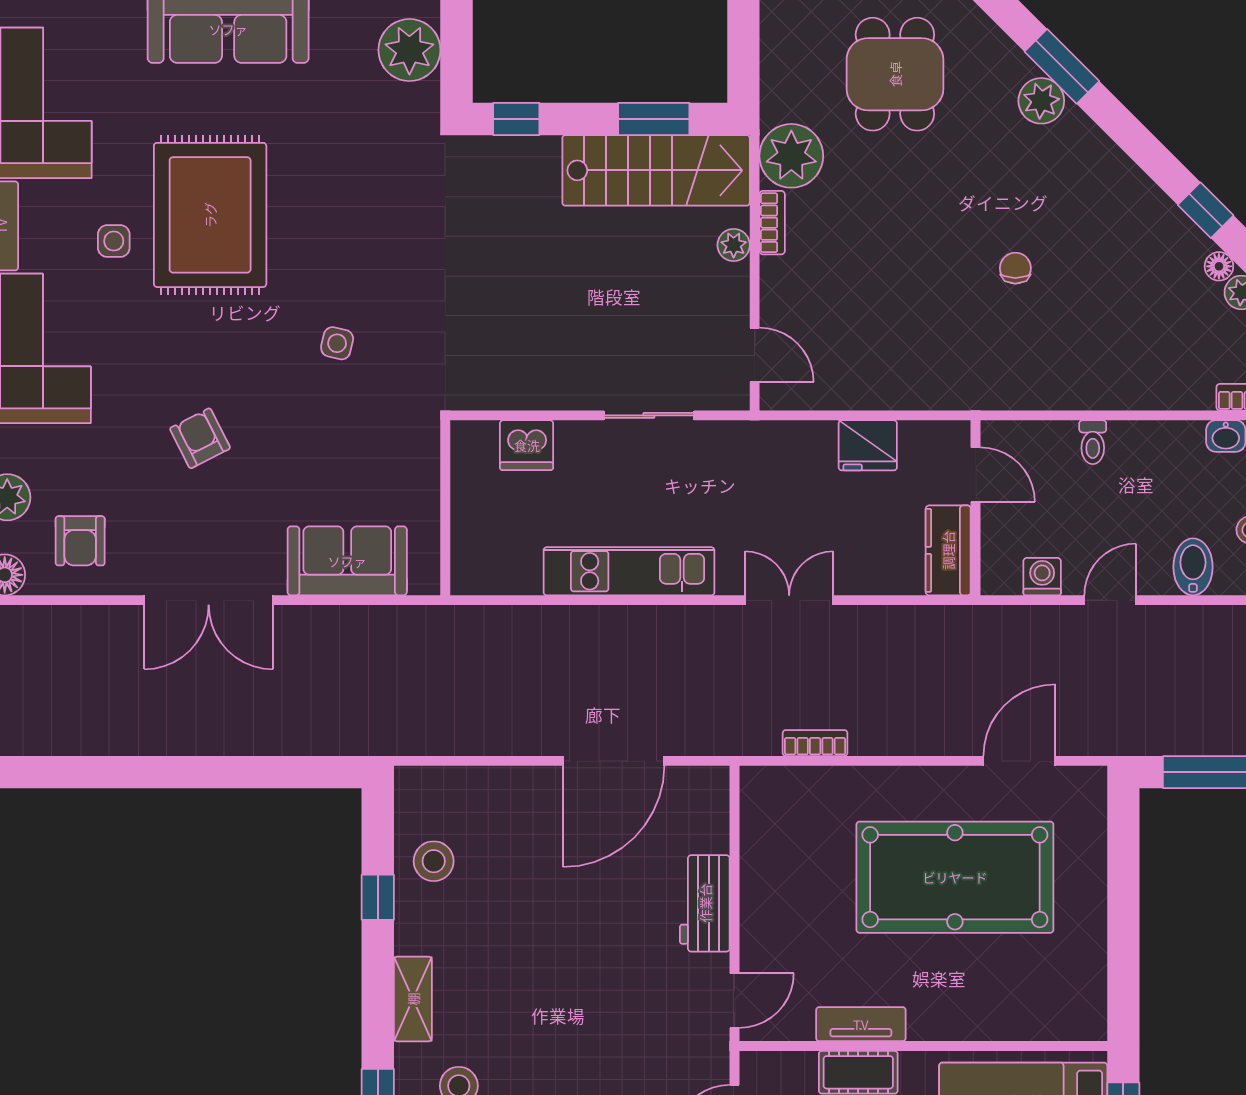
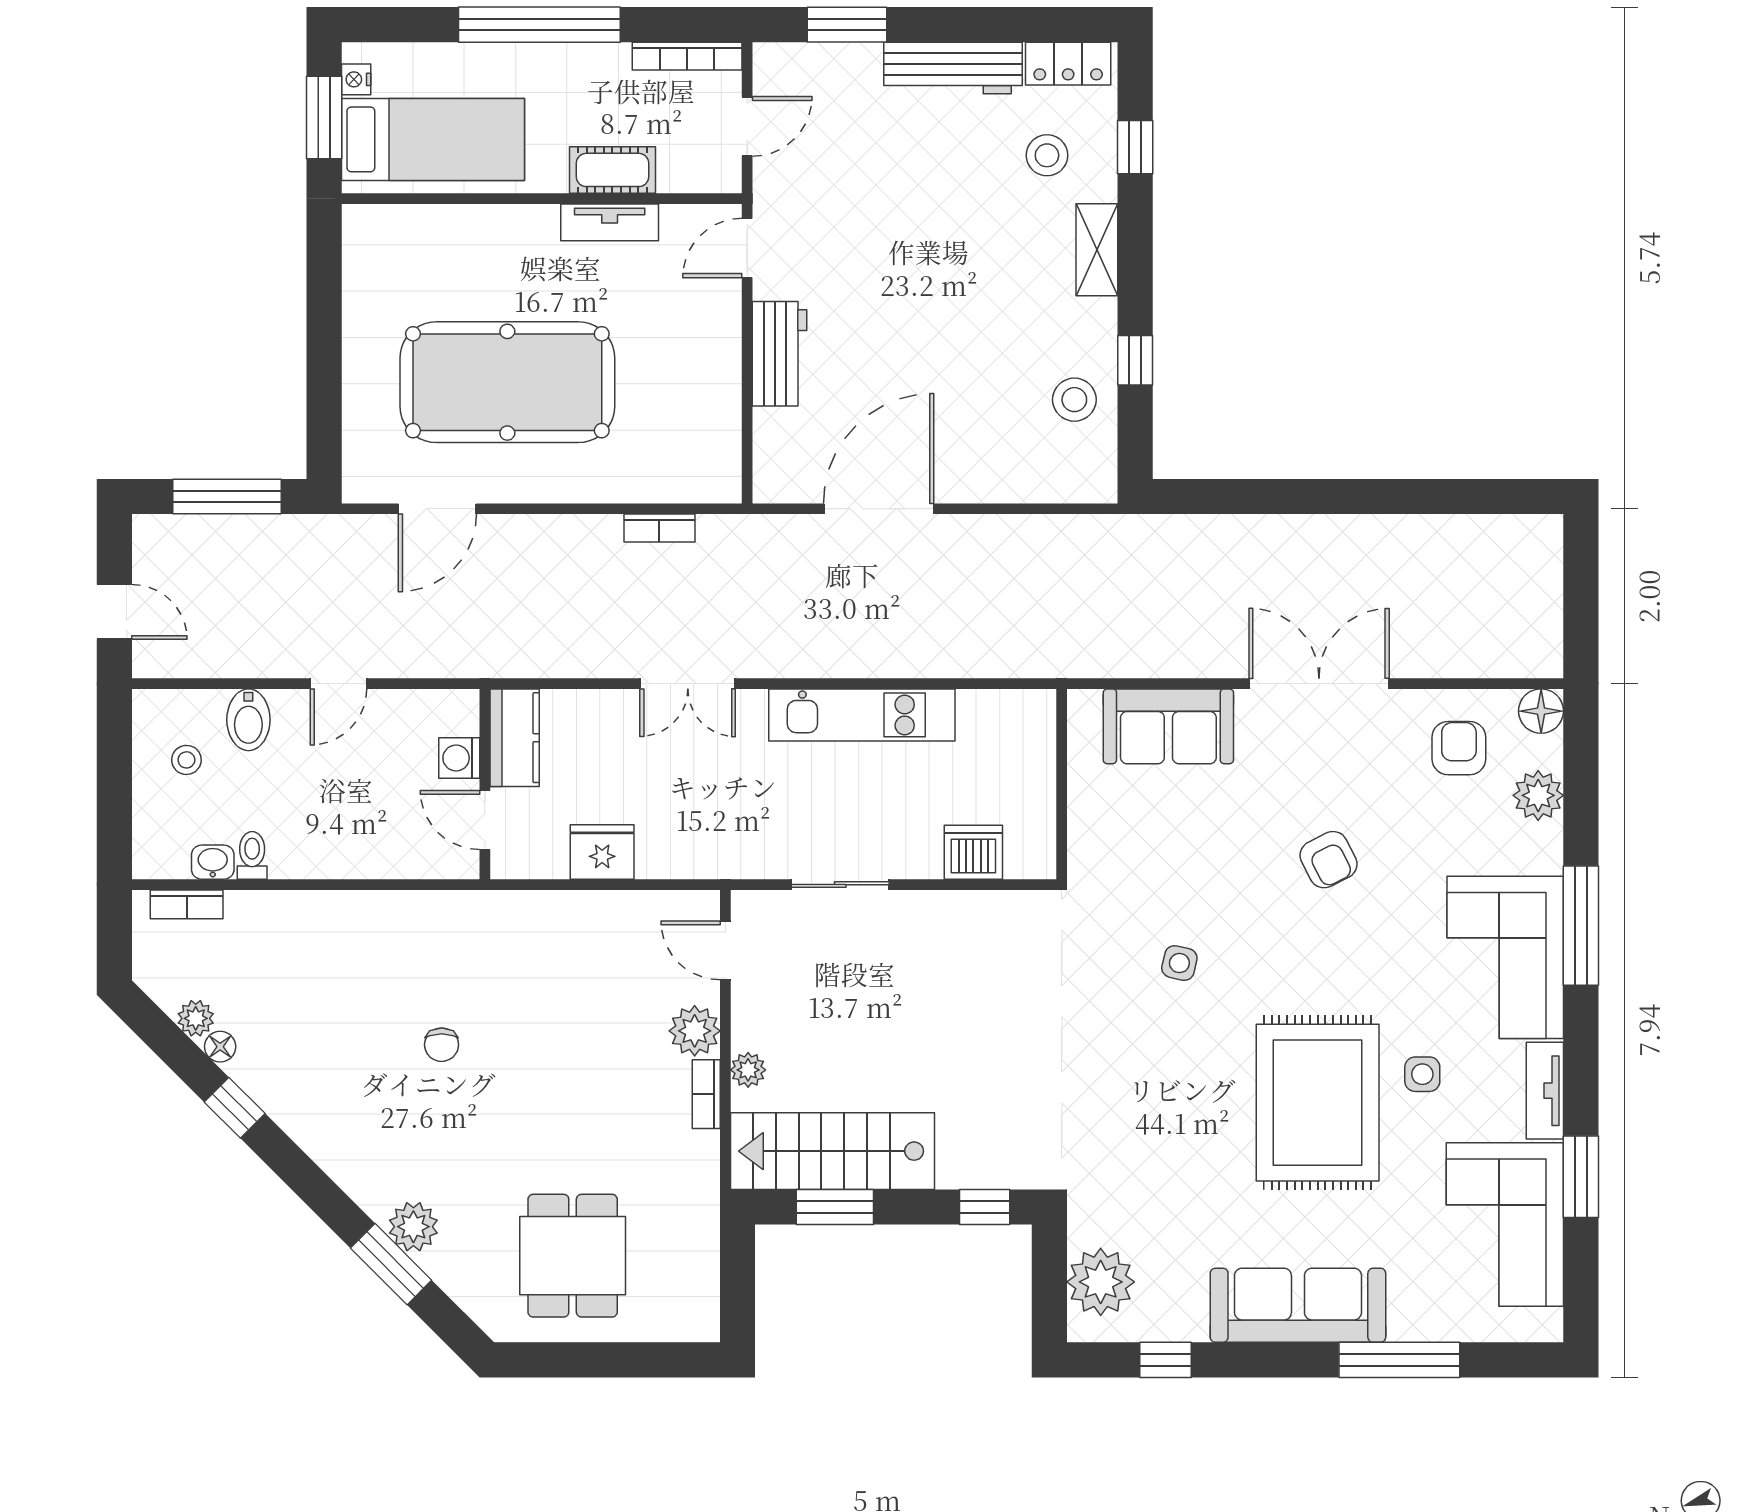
plant: (791, 156) -> (695, 1031), moved, width x0.73, depth x0.73
toilet: (1093, 442) -> (252, 855), moved
washing machine: (1042, 577) -> (459, 758), moved, turned 90

